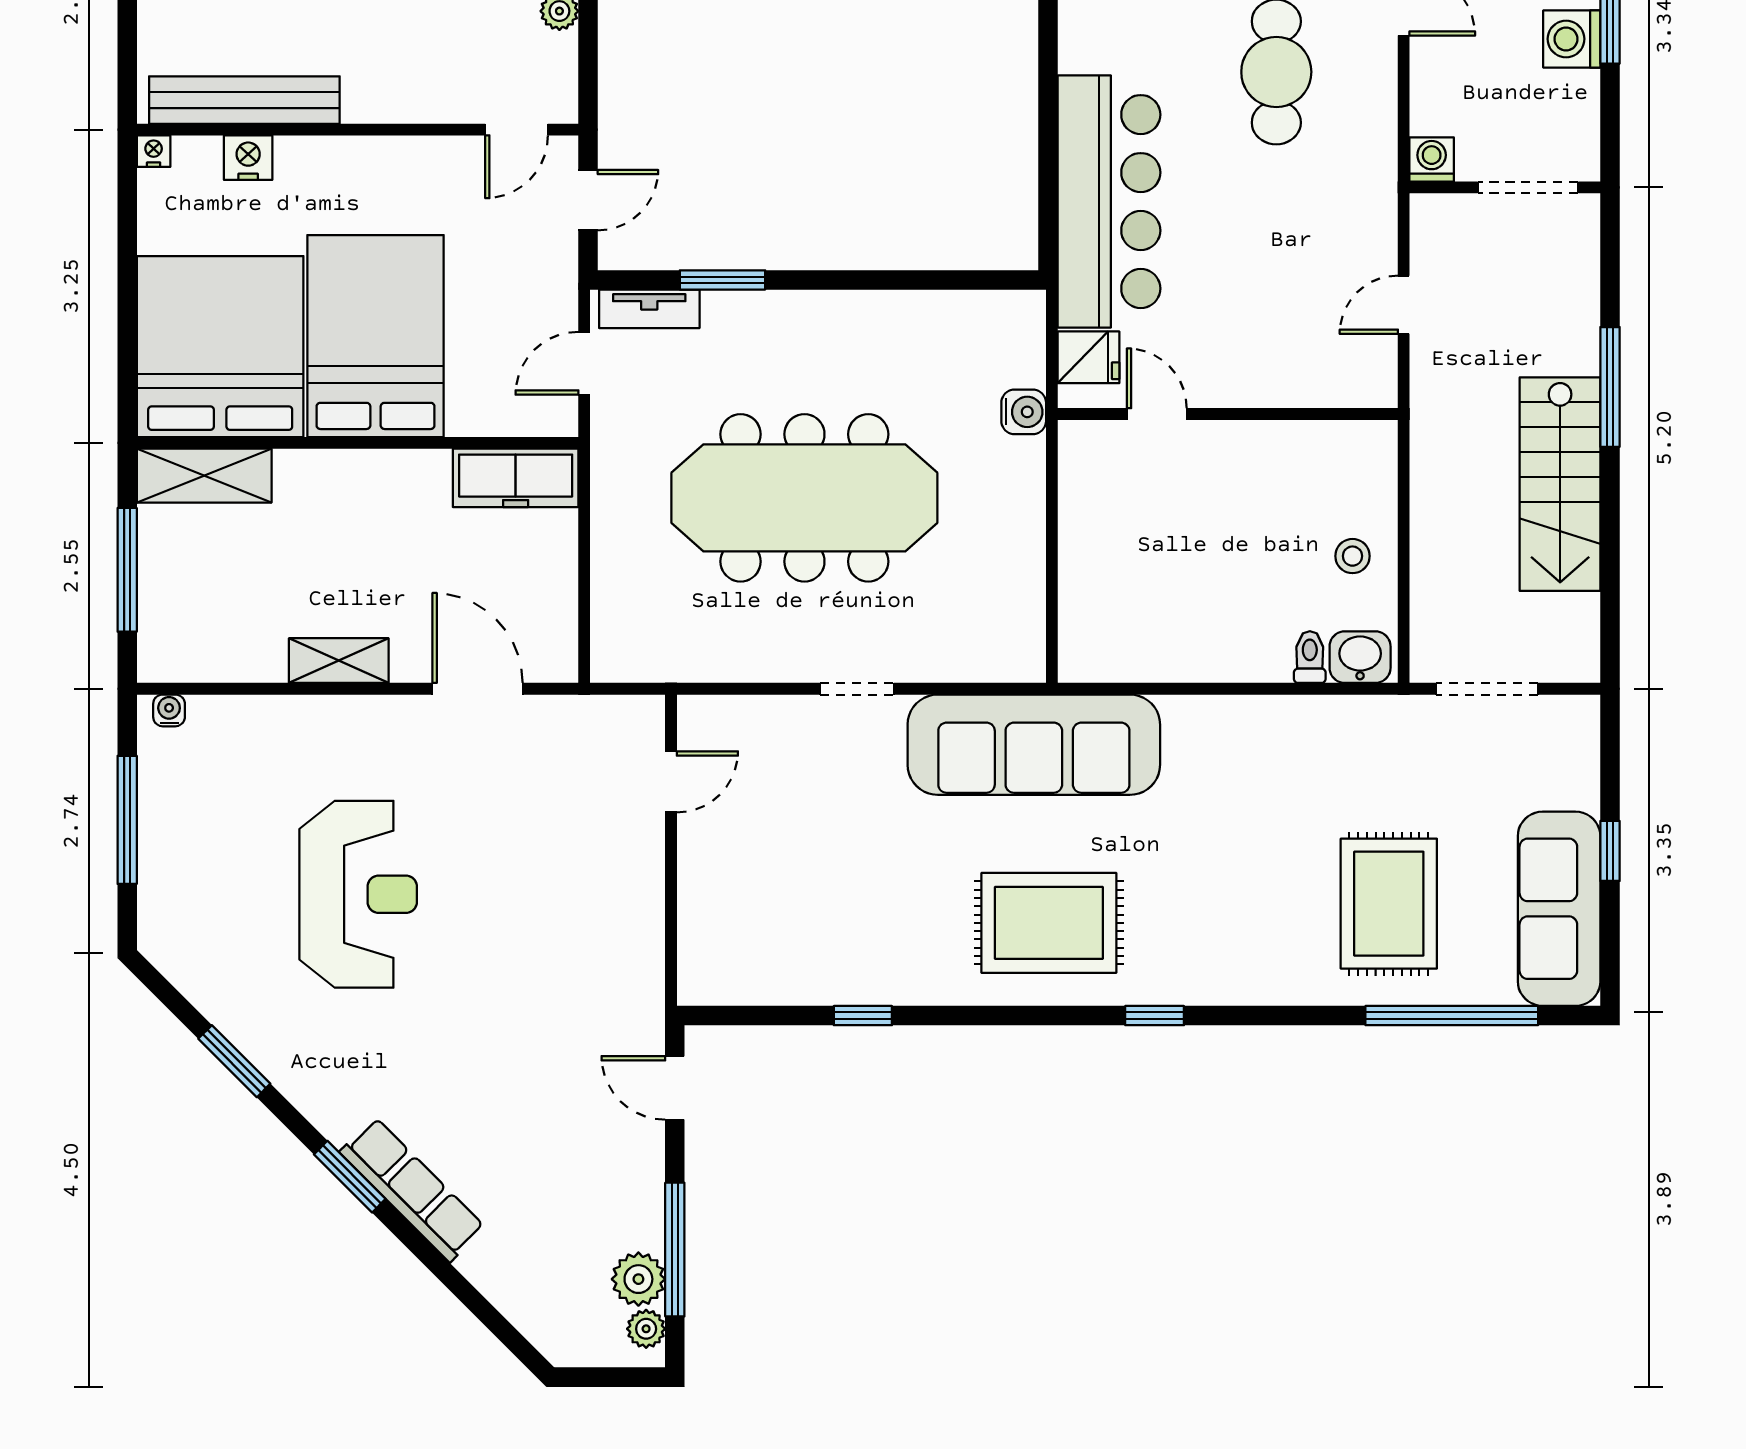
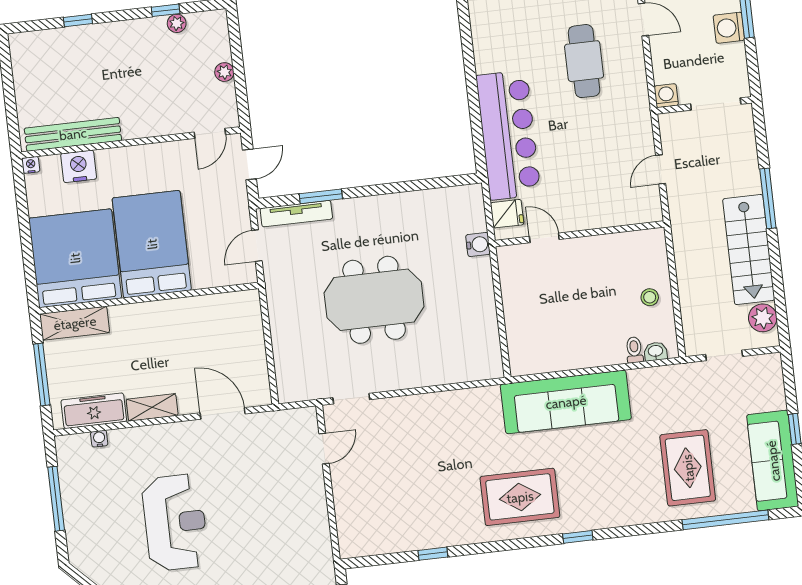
nightstand: (248, 158) -> (79, 166), width x1.36, depth x1.33
tv unit: (649, 309) -> (296, 214), width x1.41
freezer: (516, 478) -> (94, 411), moved, turned 180
meeting table: (804, 498) -> (374, 300), width x0.73
plant: (1572, 623) -> (763, 318), added
washbasin: (1360, 657) -> (656, 351), width x0.72, depth x0.69
doorway: (857, 689) -> (351, 399), moved
doorway: (1487, 689) -> (724, 355), width x0.73
water cooler: (169, 710) -> (99, 439), moved
sofa: (1034, 745) -> (566, 402), moved

